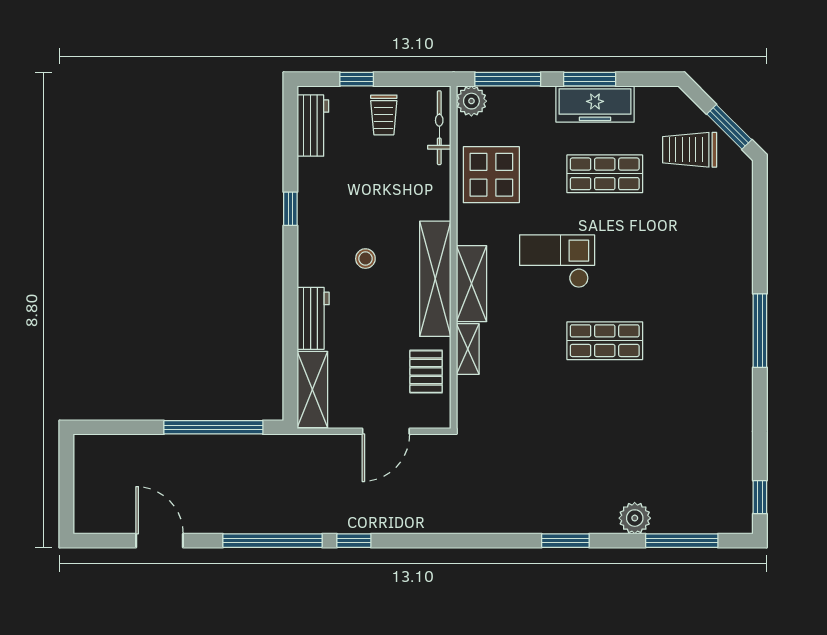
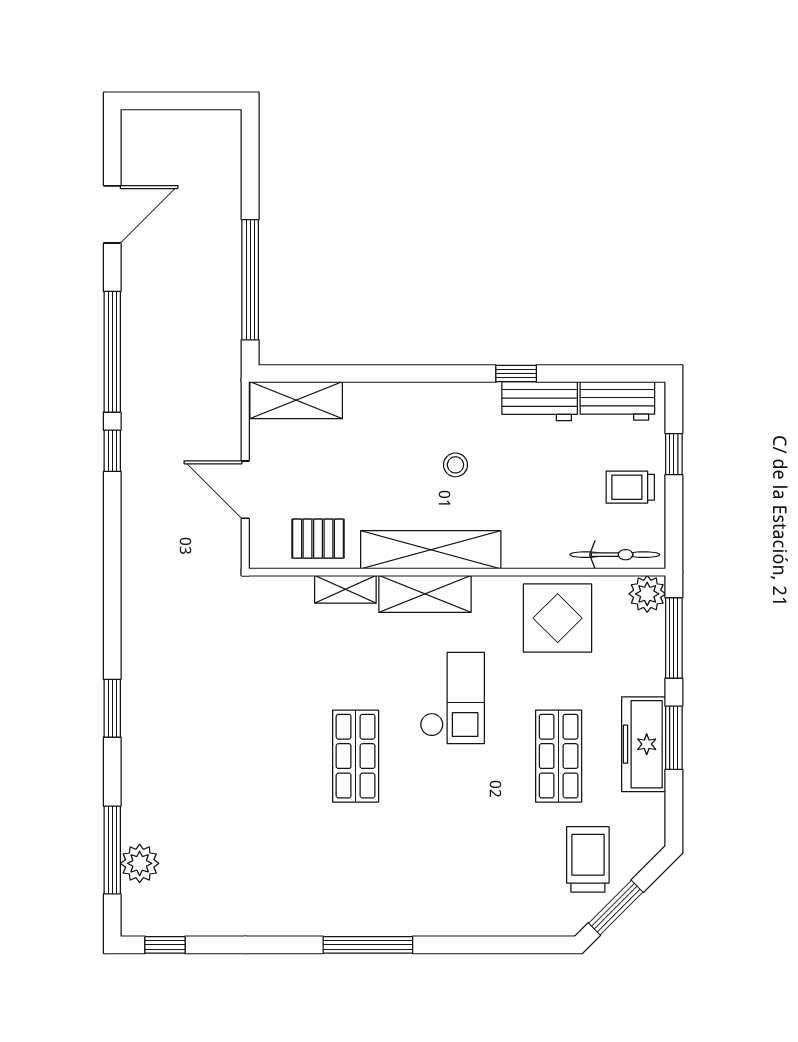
workbench: (313, 318) -> (540, 401), moved
plant: (635, 518) -> (140, 863), moved

